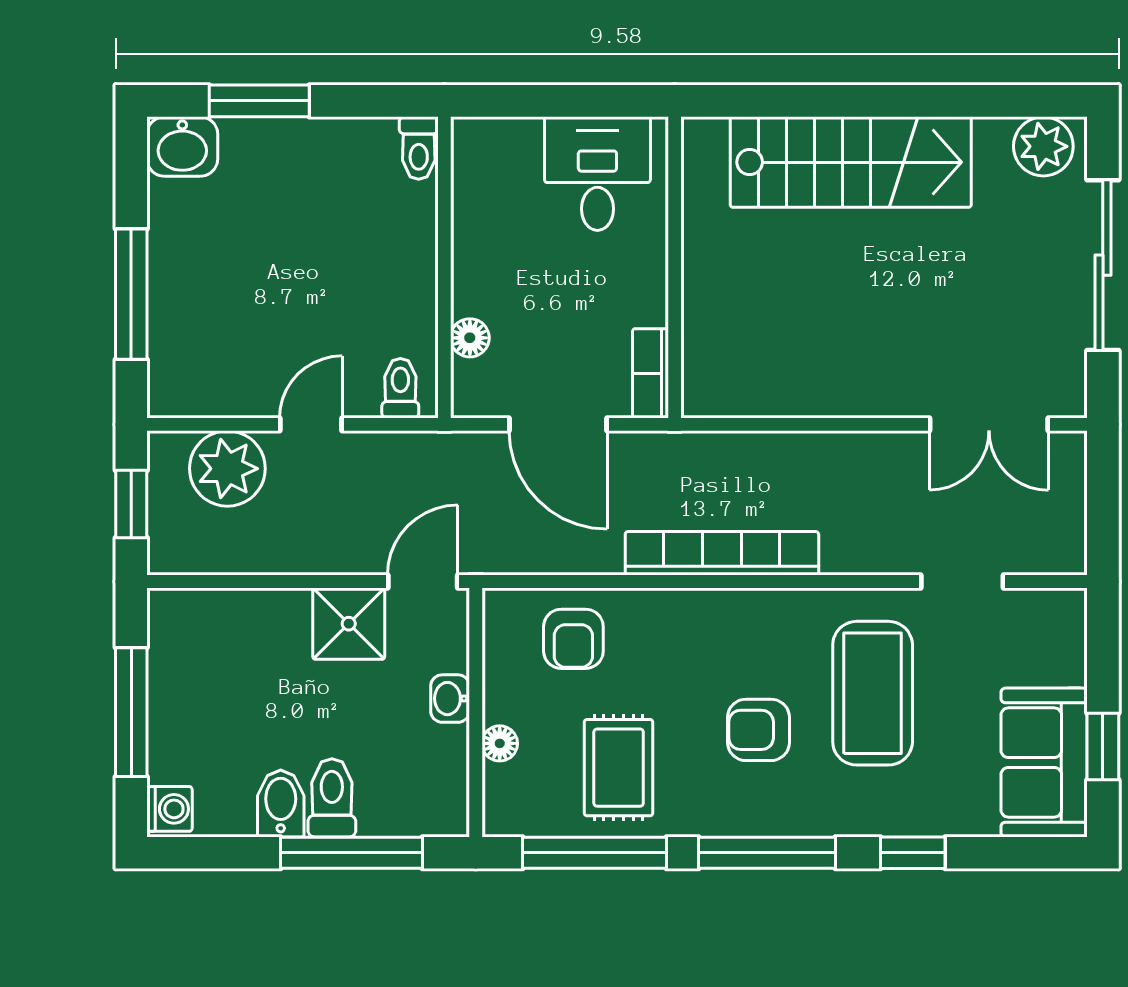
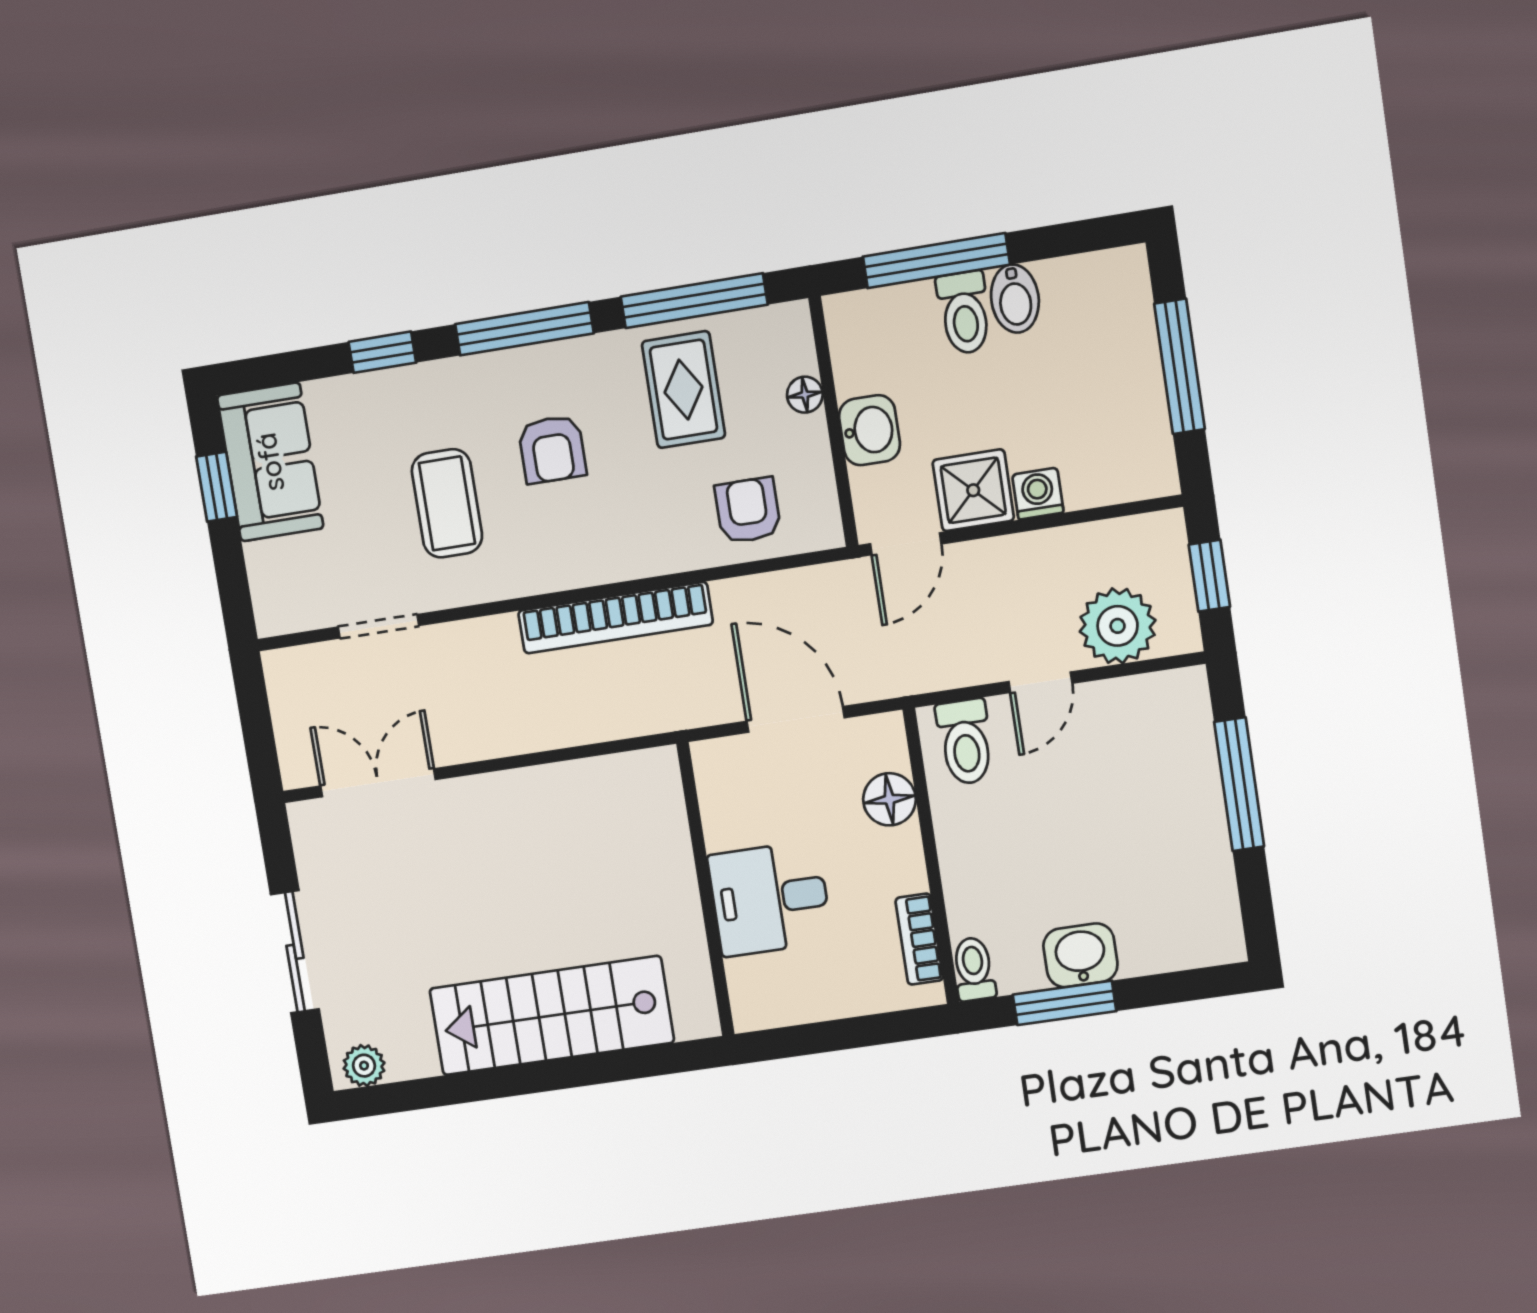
window: (259, 101) -> (1065, 1003), moved
plant: (1043, 146) -> (364, 1066), width x0.73, depth x0.73
washbasin: (182, 147) -> (1080, 955), moved
desk: (597, 174) -> (770, 899), moved, turned 90
sliding door: (1103, 265) -> (295, 952), width x0.73
floor lamp: (470, 338) -> (889, 799), width x1.37, depth x1.37
bookcase: (650, 373) -> (919, 939), moved, turned 180
toilet: (400, 388) -> (965, 742), width x1.37, depth x1.39
coffee table: (873, 693) -> (447, 503), width x0.73, depth x0.76
washbasin: (450, 699) -> (870, 430), width x1.38, depth x1.45
armchair: (758, 730) -> (552, 449), turned 90
washing machine: (169, 809) -> (1038, 494), moved, turned 90

